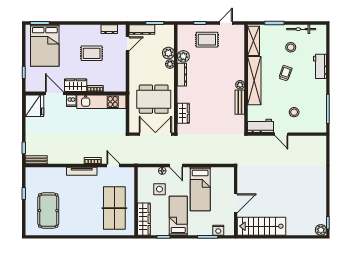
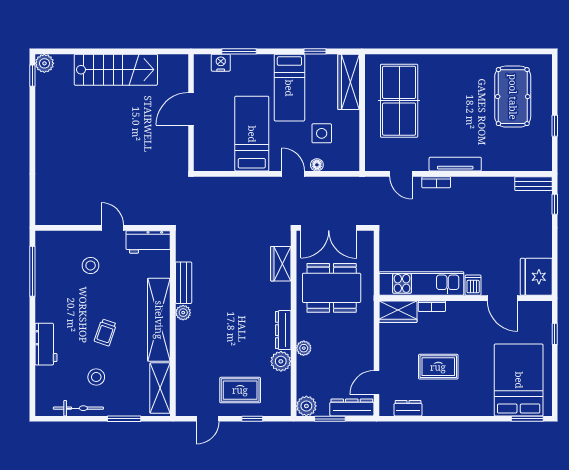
plant: (168, 53) -> (306, 406), moved
wardrobe: (76, 85) -> (398, 312), moved
stairs: (262, 226) -> (116, 70), moved

